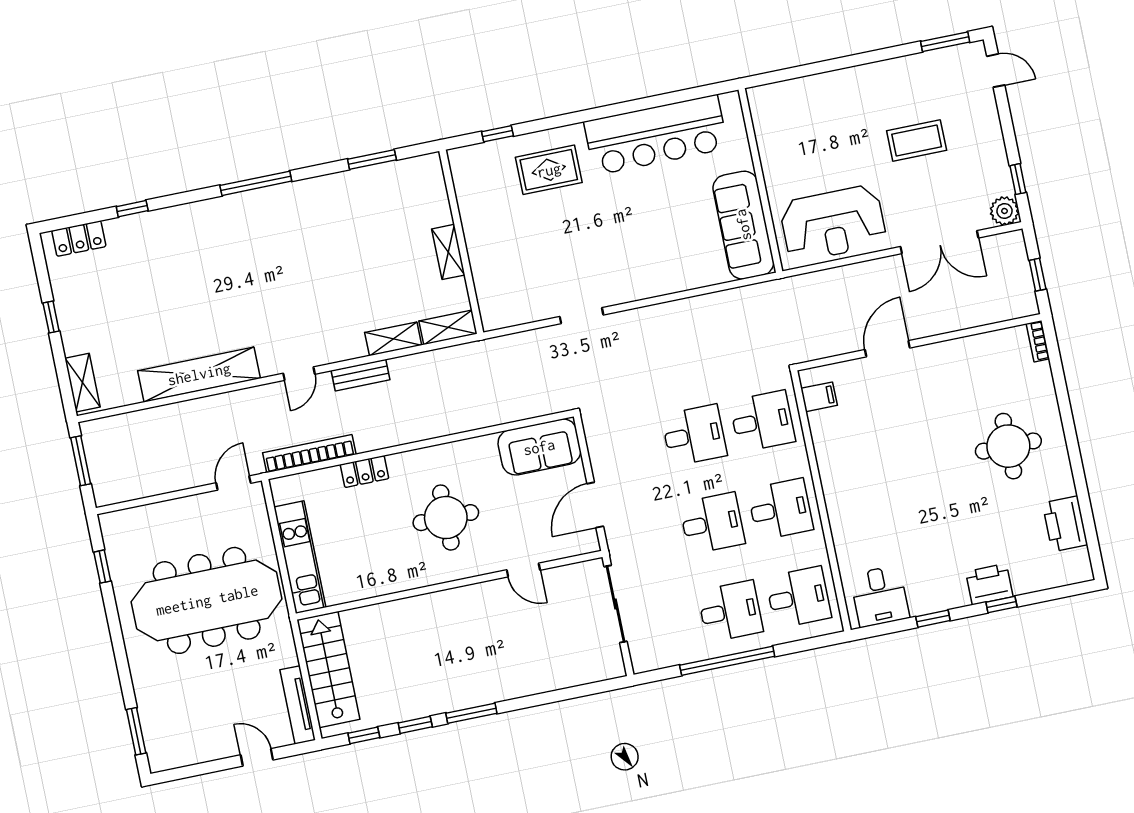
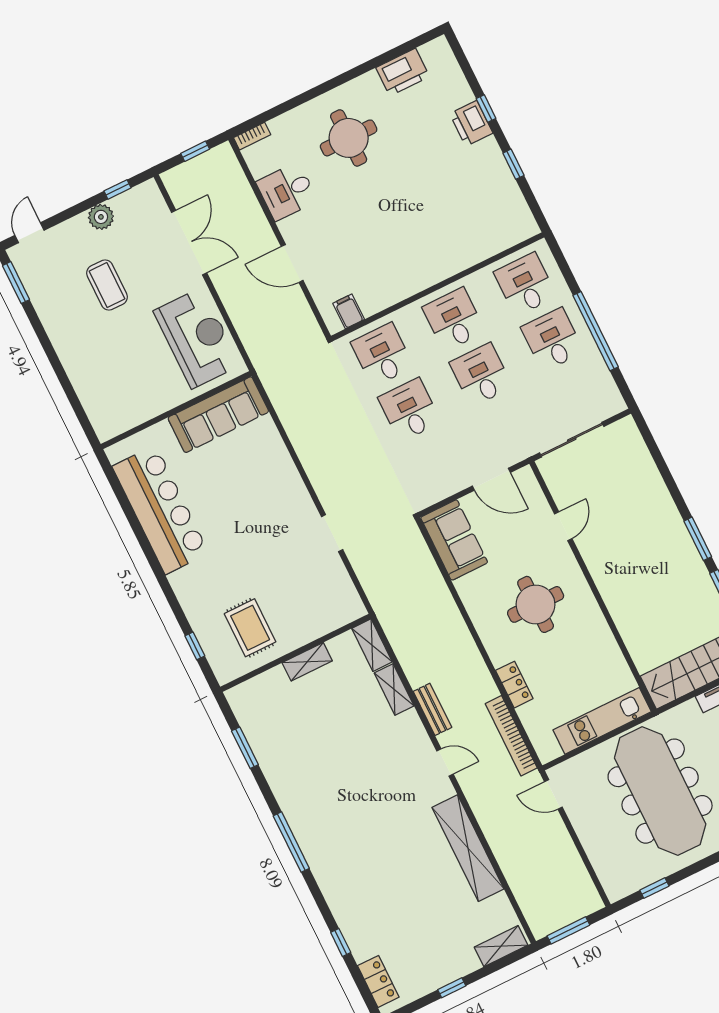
rug: (549, 170) -> (250, 628), moved
plant: (1004, 211) -> (101, 217), moved
desk: (880, 596) -> (287, 191), moved, turned 180

